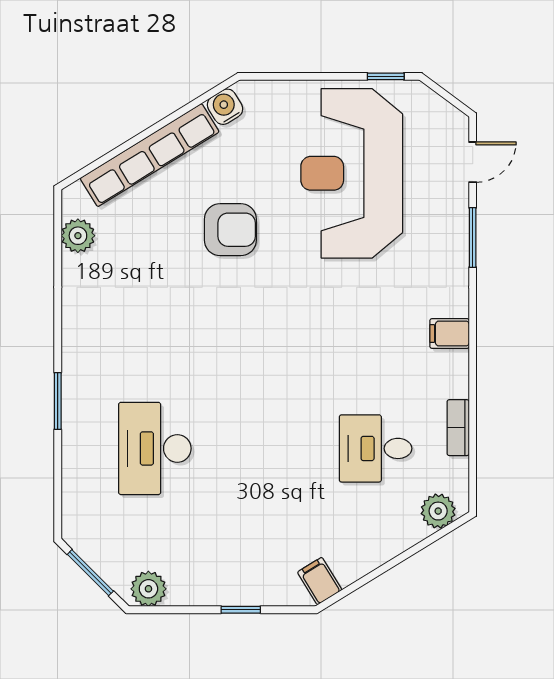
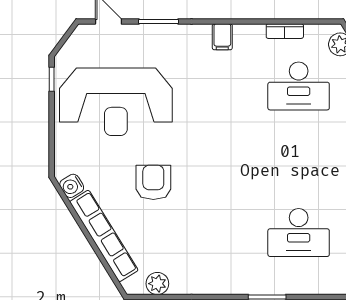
desk: (376, 448) -> (299, 86), width x1.37

